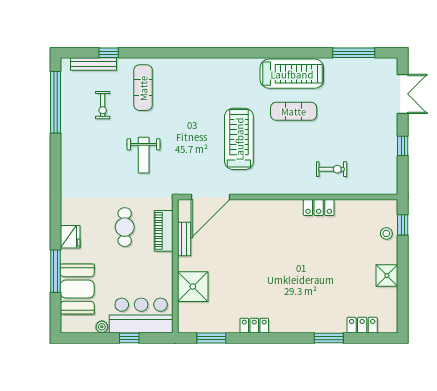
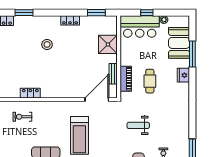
weight bench: (144, 155) -> (138, 125), turned -90
stool: (292, 286) -> (47, 44), added

